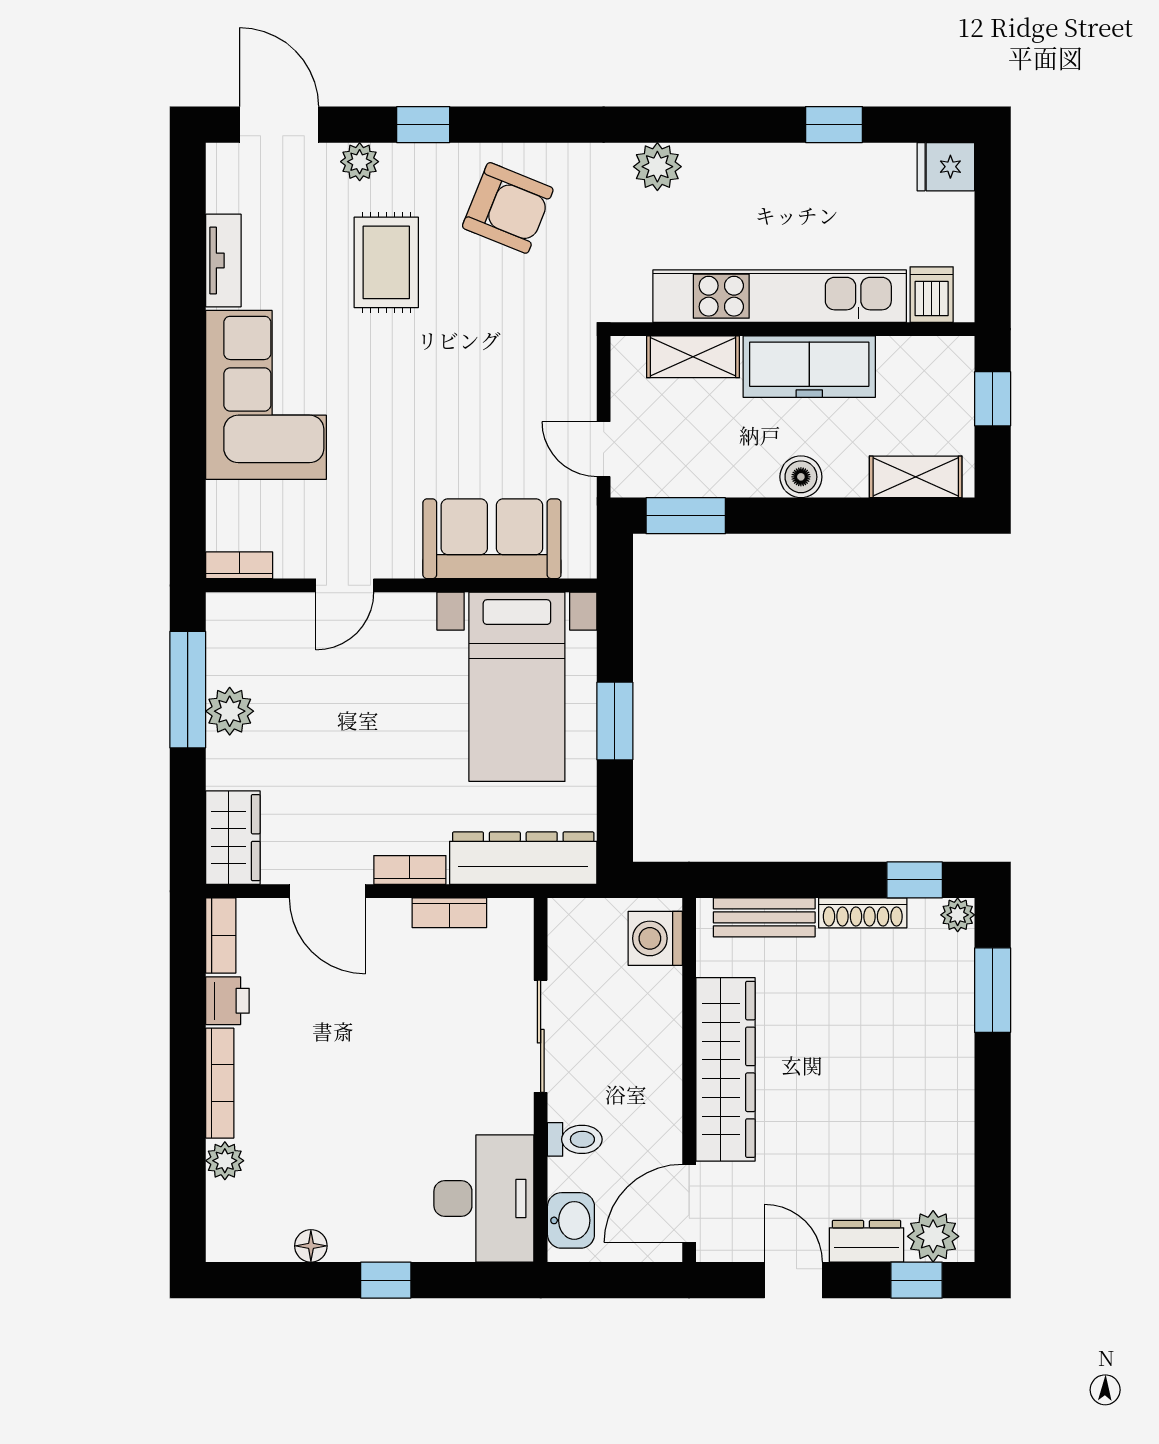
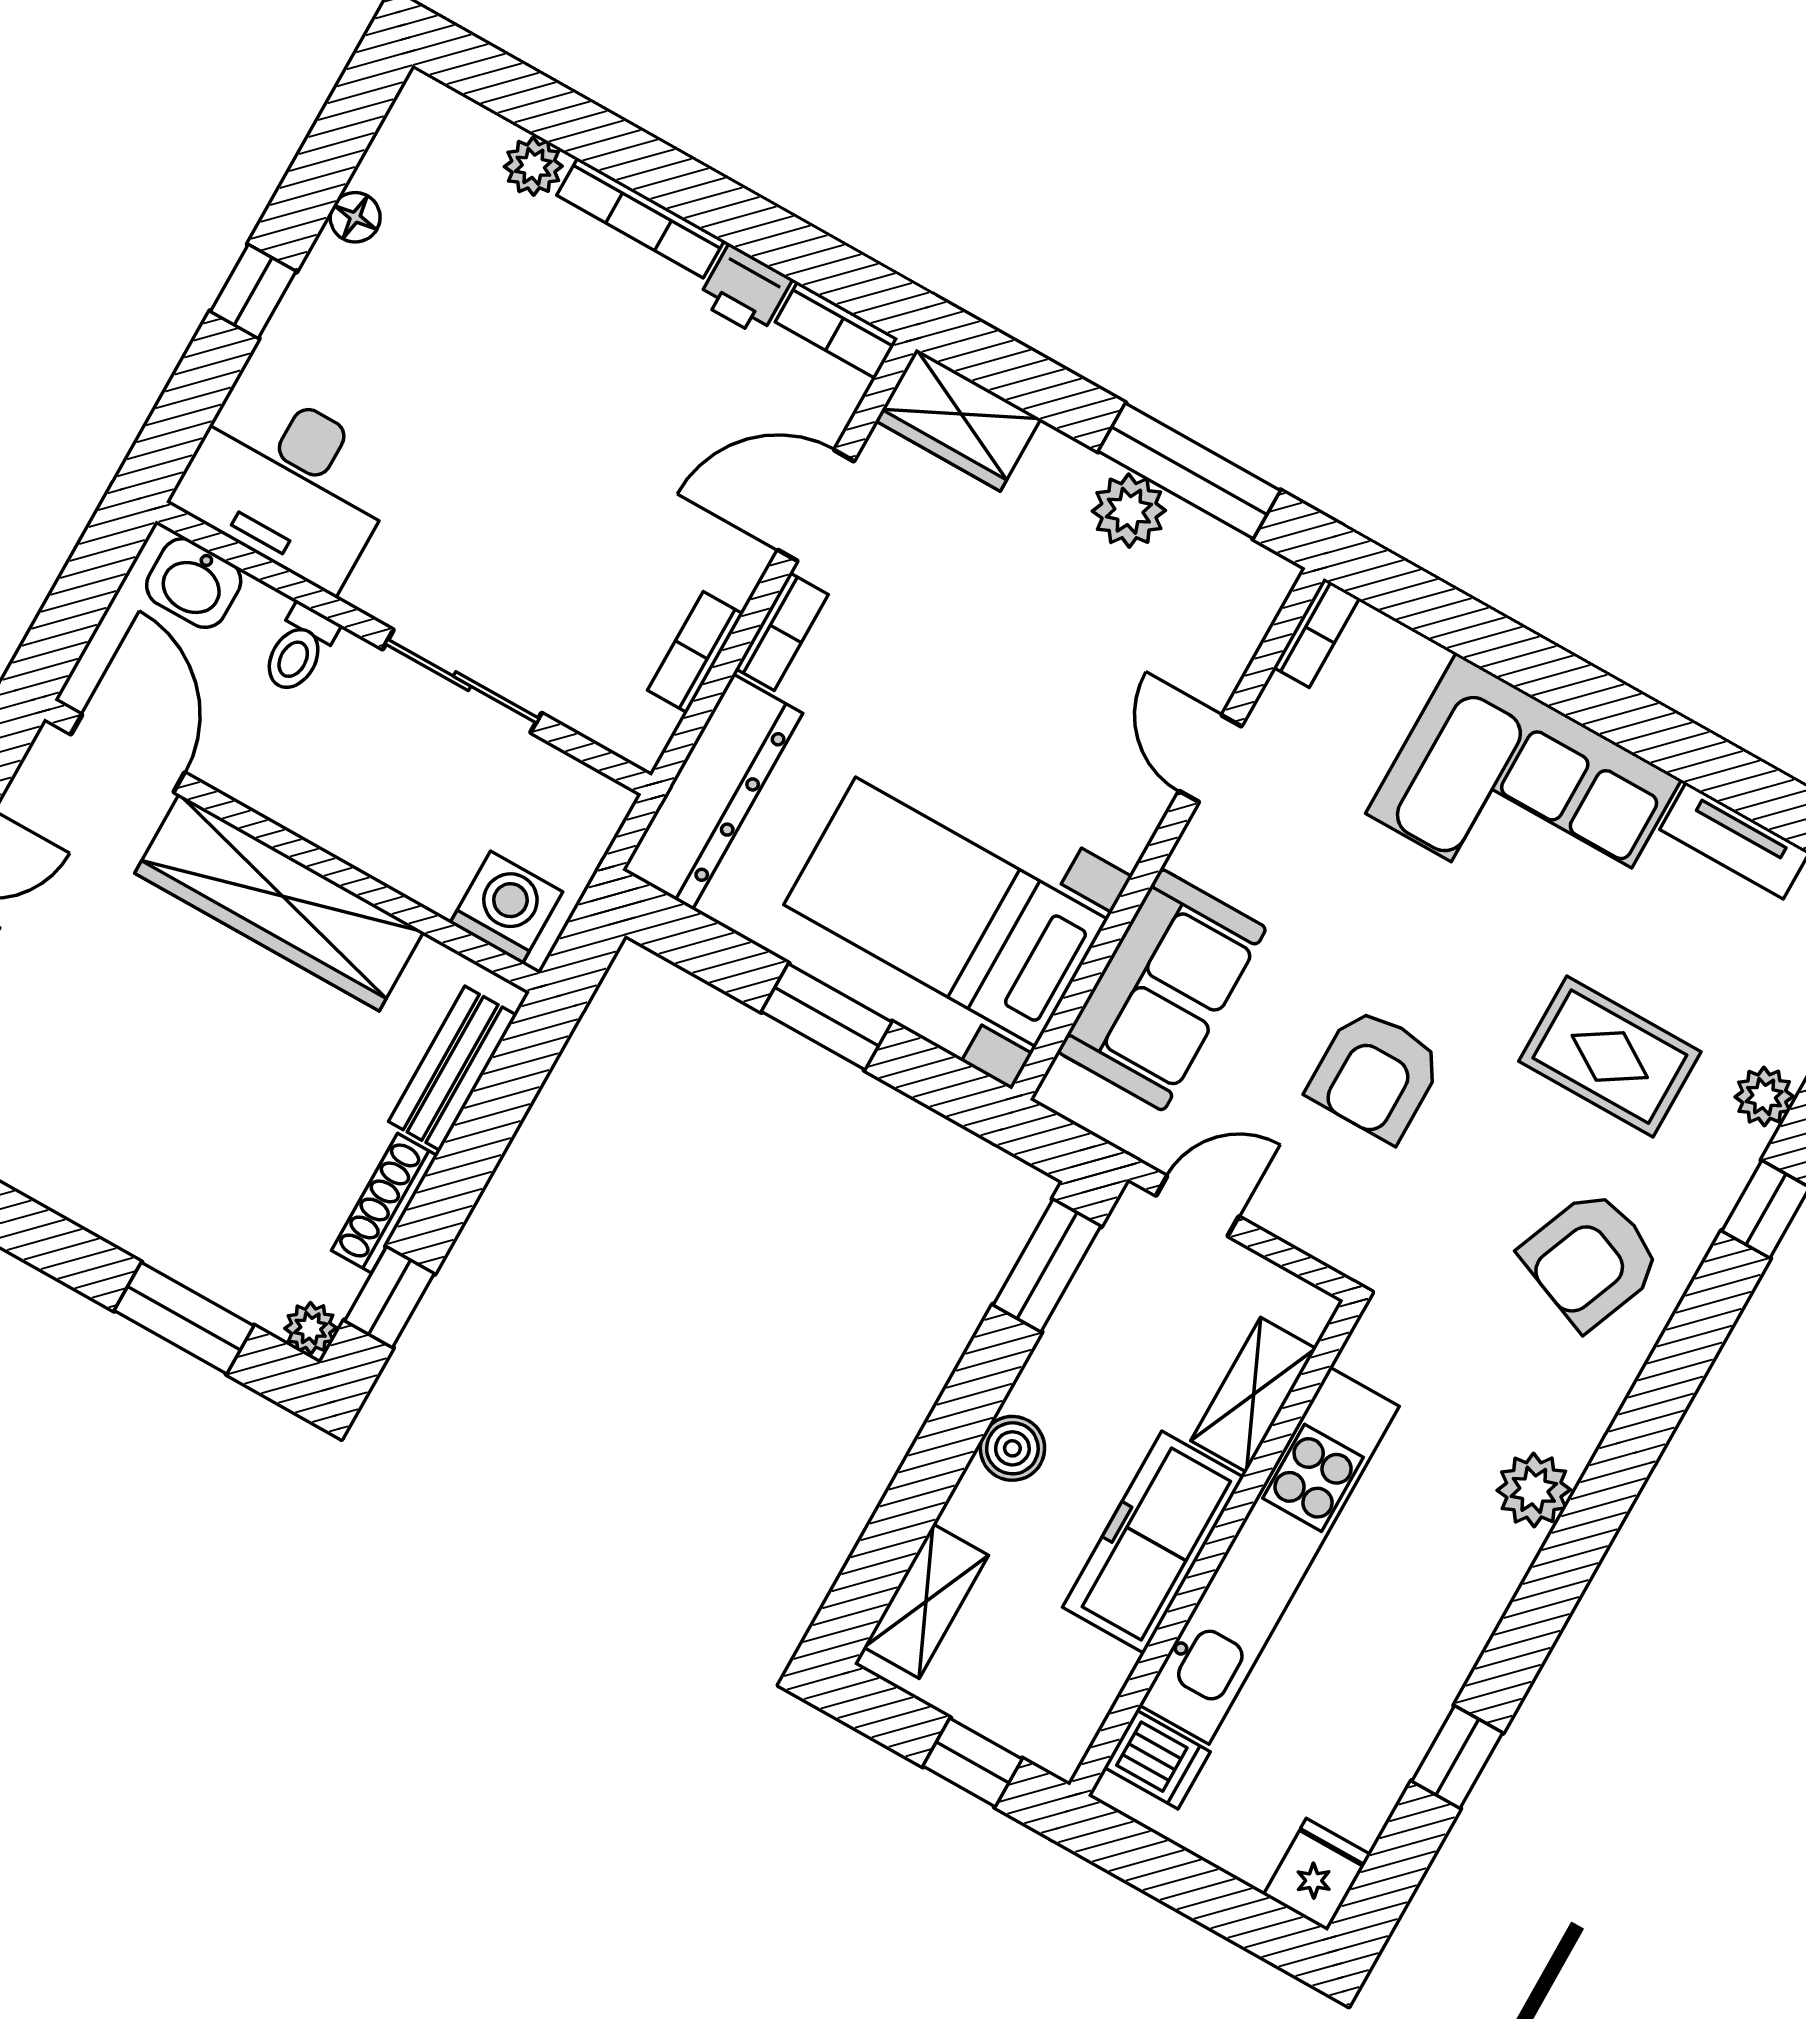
armchair: (472, 390) -> (1375, 1074), added

